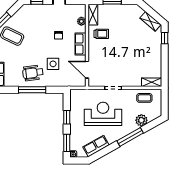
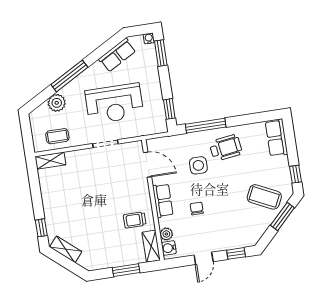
water cooler: (81, 12) -> (169, 248), added
window: (32, 90) -> (206, 126), moved
window: (67, 117) -> (169, 109), moved

